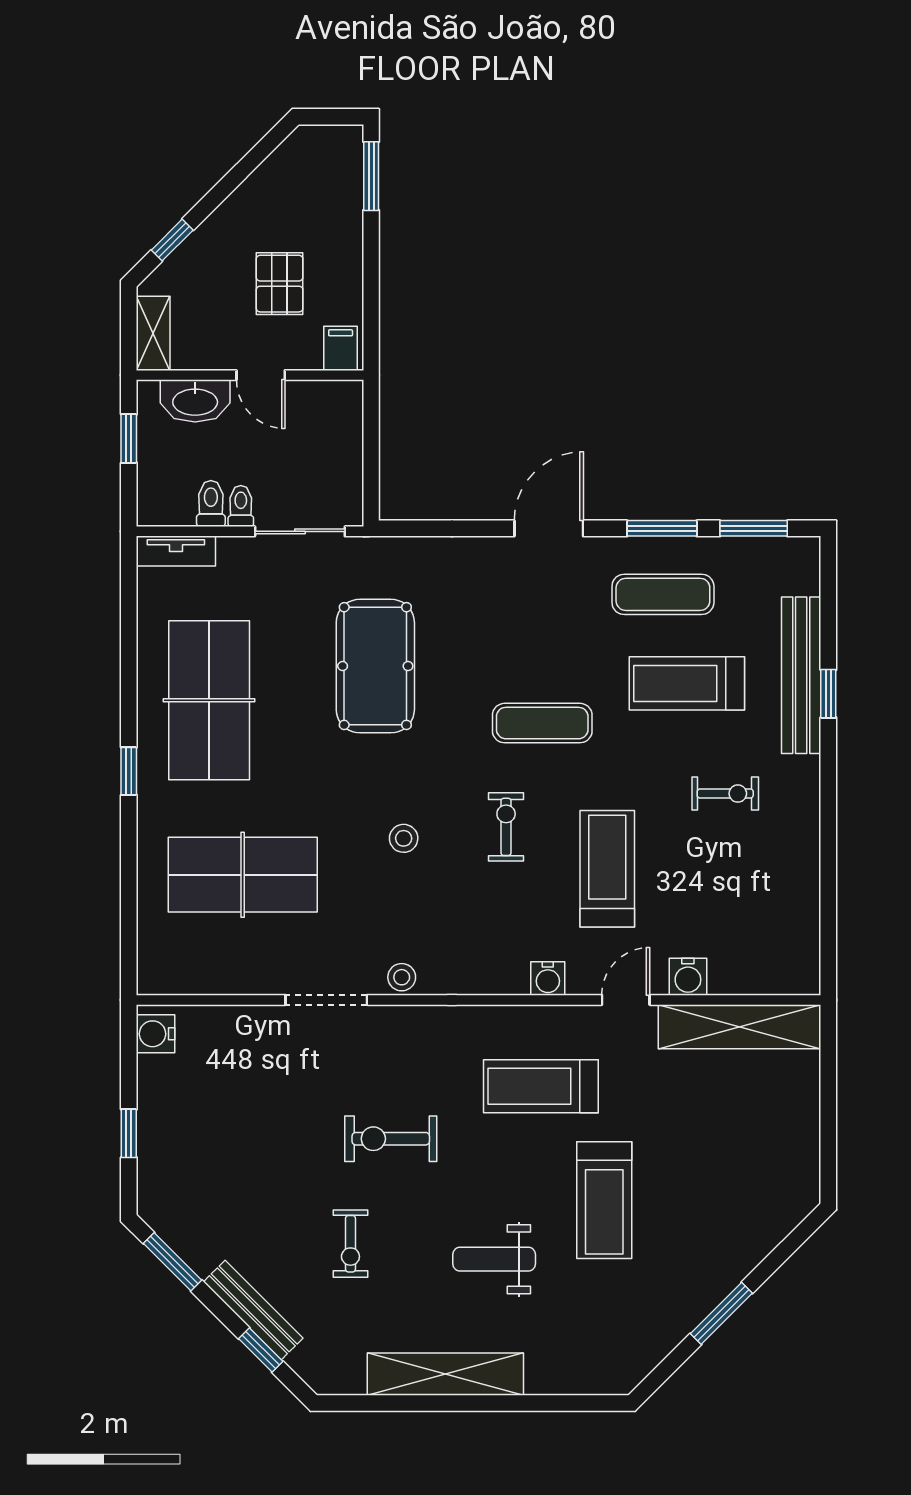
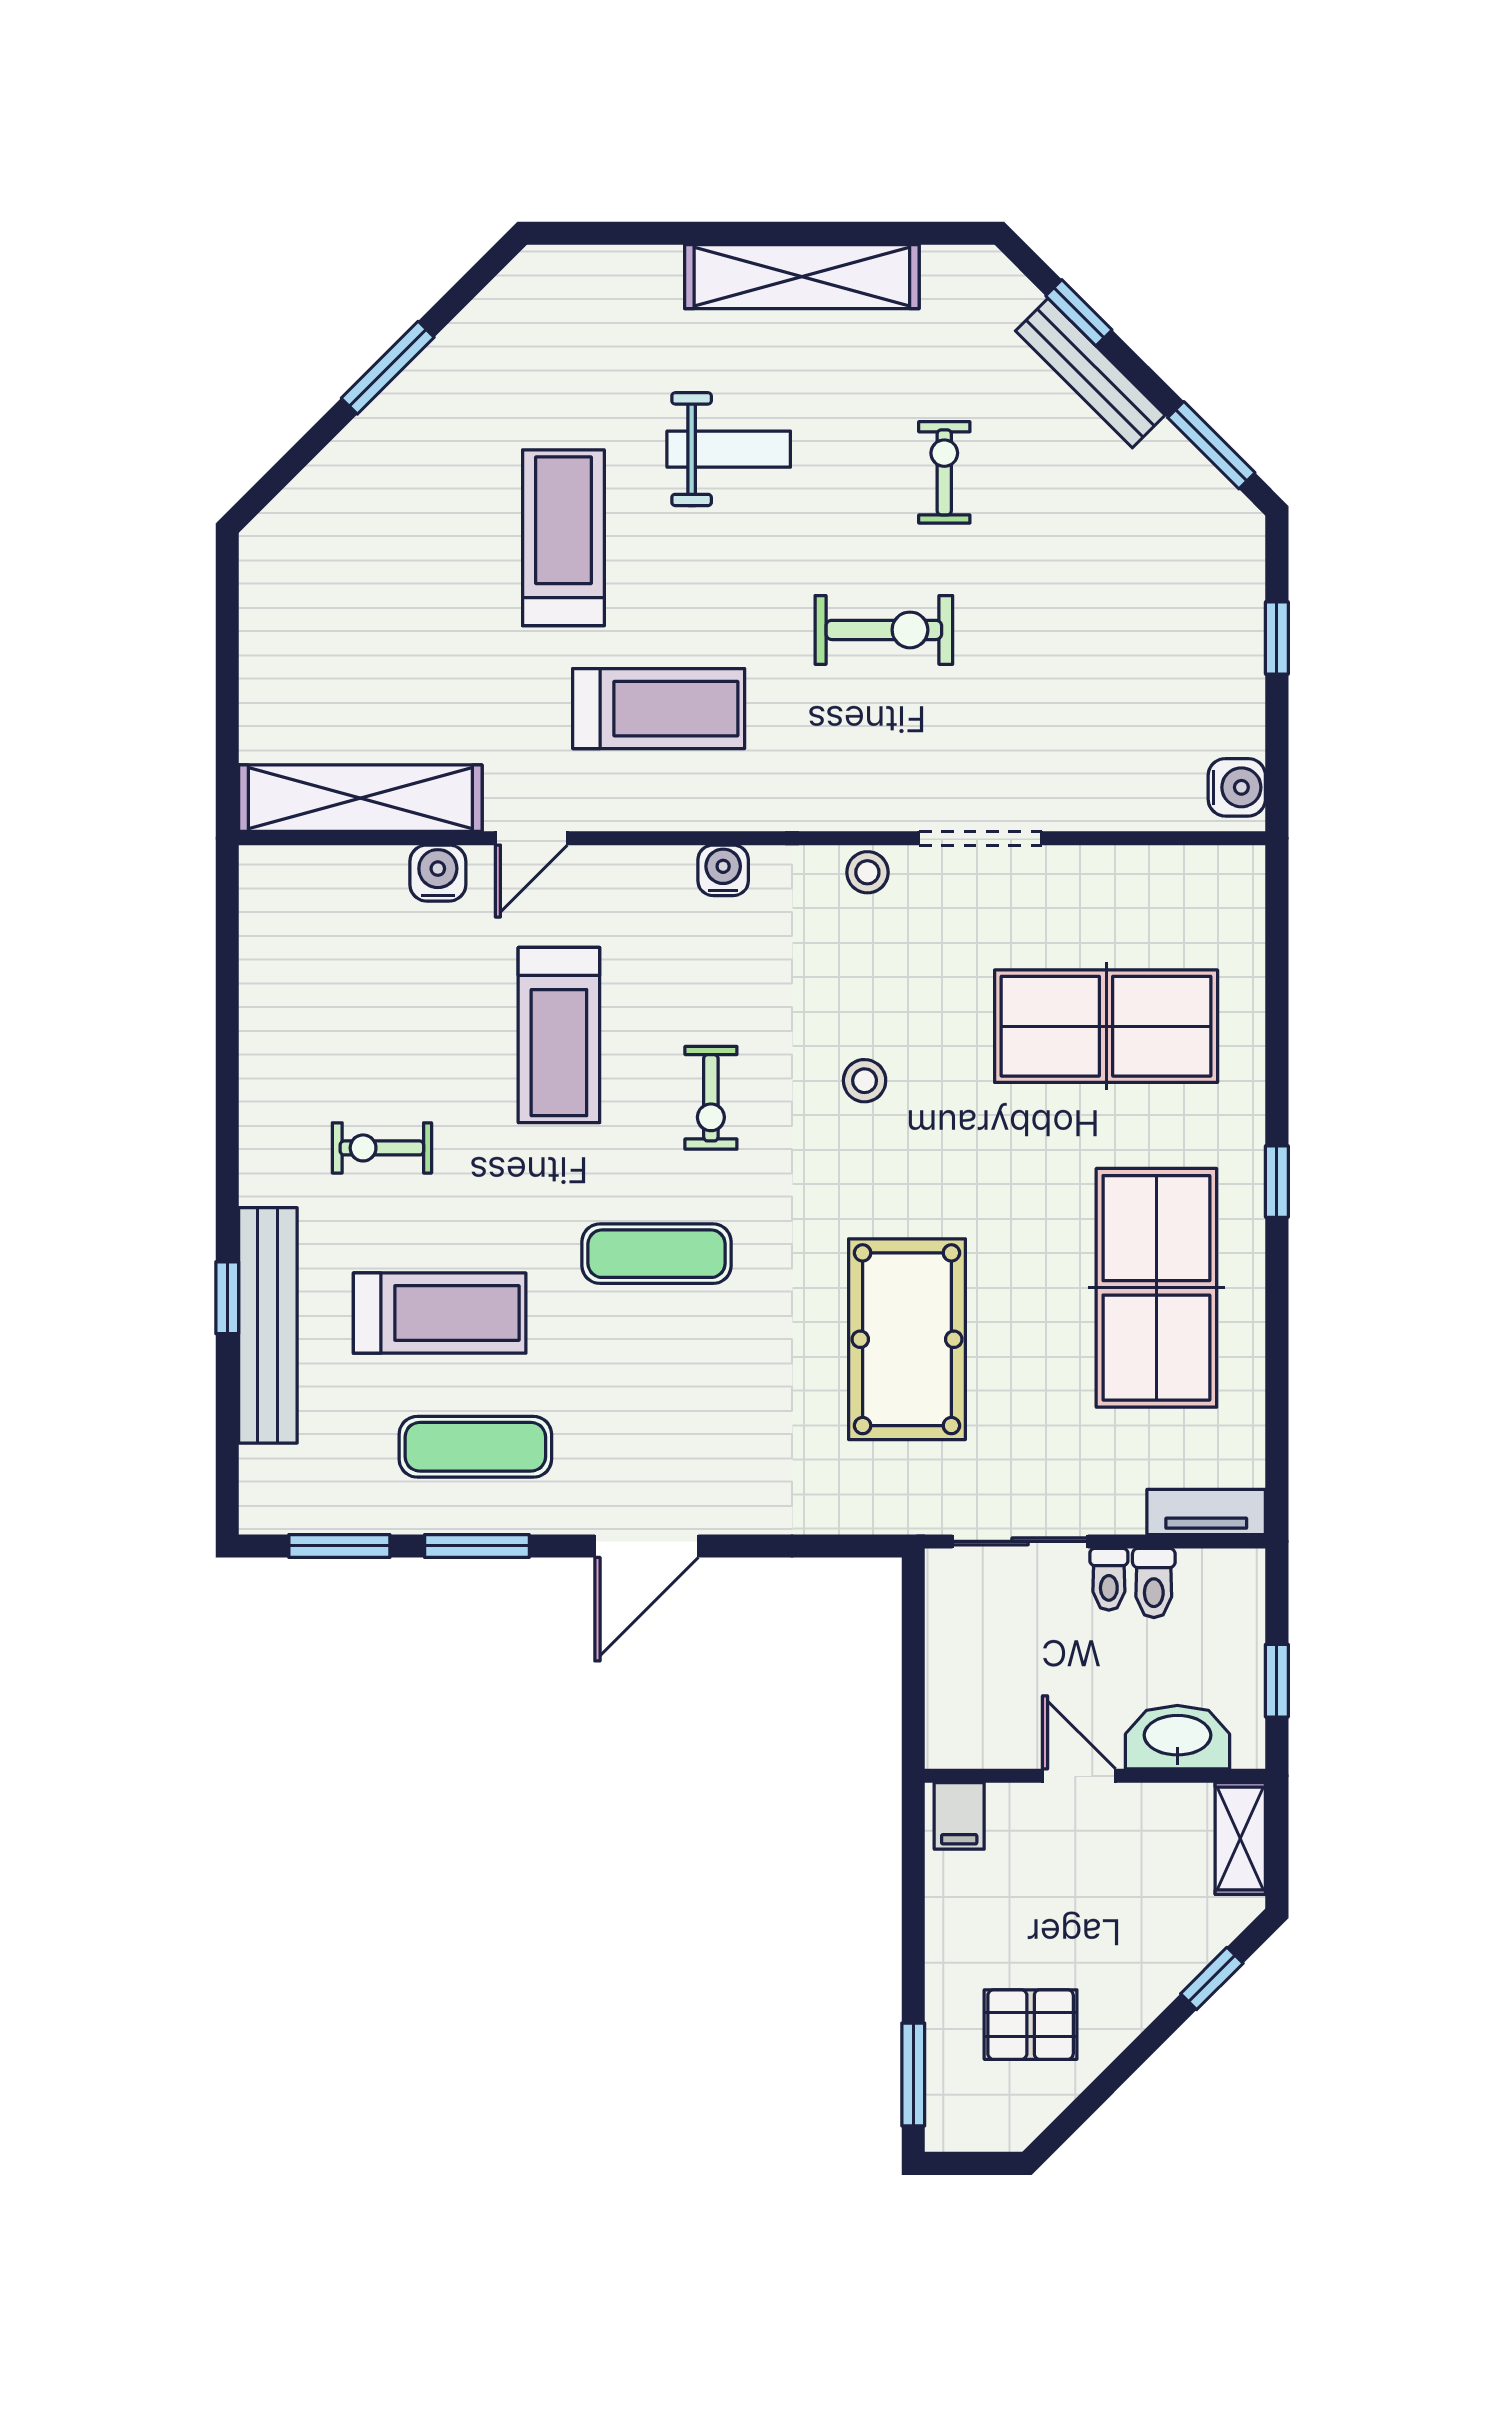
pallet: (280, 284) -> (1031, 2025), moved, turned 90
water cooler: (548, 979) -> (723, 870), moved

